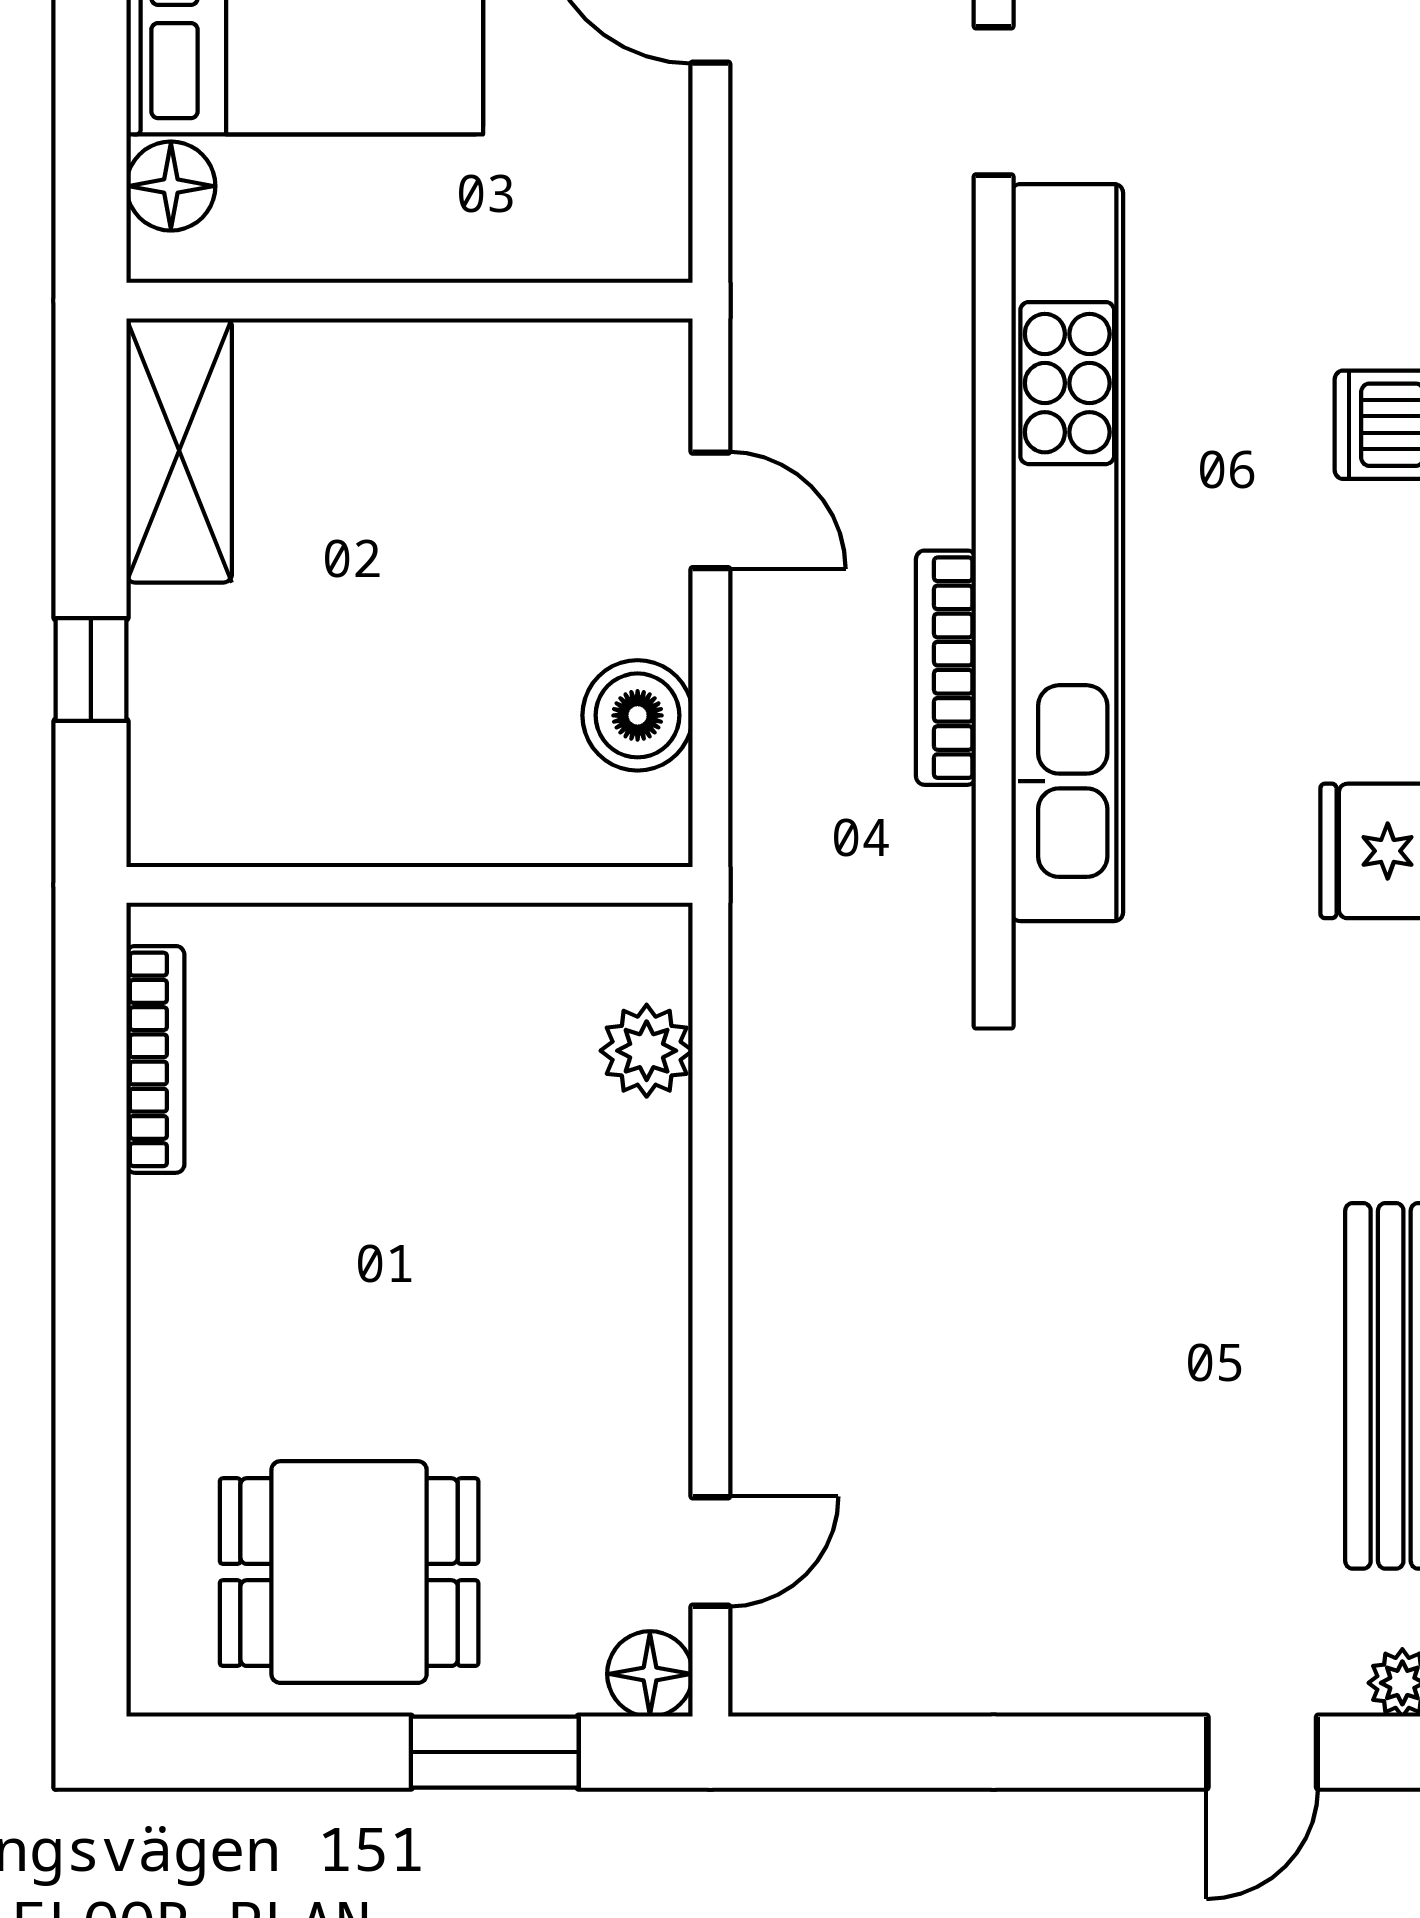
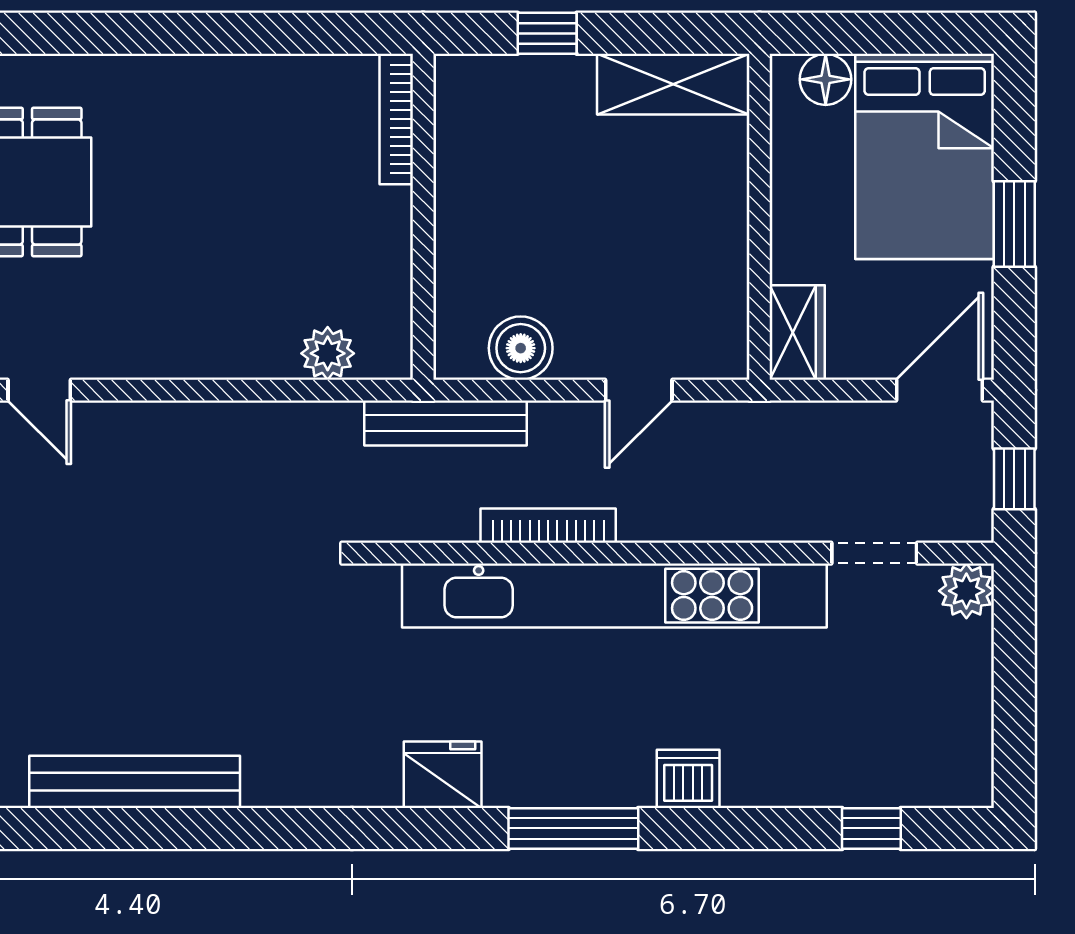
wardrobe: (610, 235) -> (797, 332), added
bench: (768, 846) -> (445, 423), added
bookcase: (155, 1059) -> (396, 119), moved, turned 90

